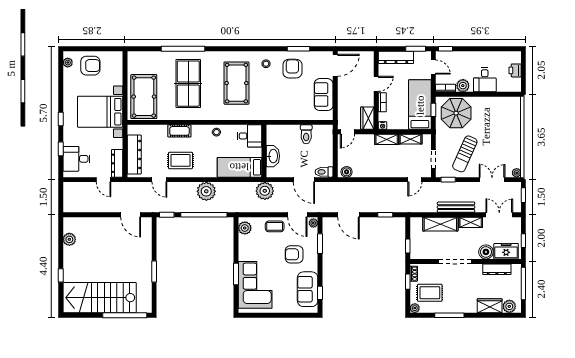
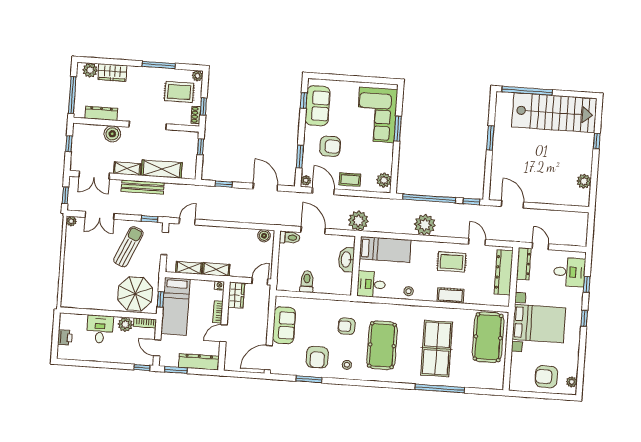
armchair: (269, 98) -> (347, 326), added
freezer: (506, 251) -> (89, 133), removed

